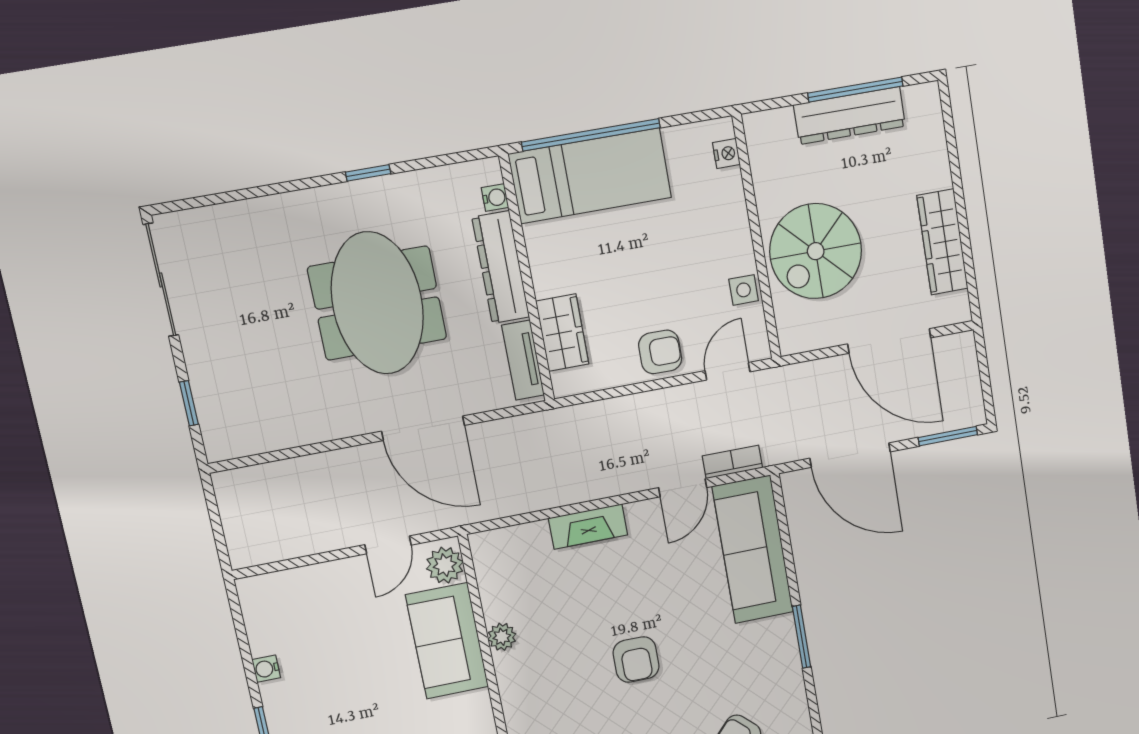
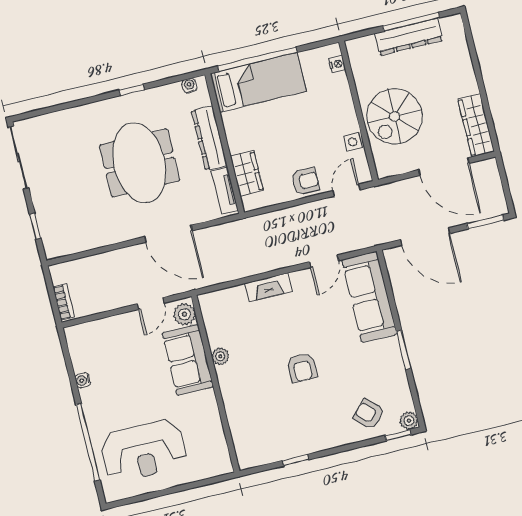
water cooler: (495, 198) -> (189, 85), moved, turned -90
wardrobe: (942, 242) -> (476, 125), moved
bookcase: (732, 462) -> (64, 302), moved, turned 90

